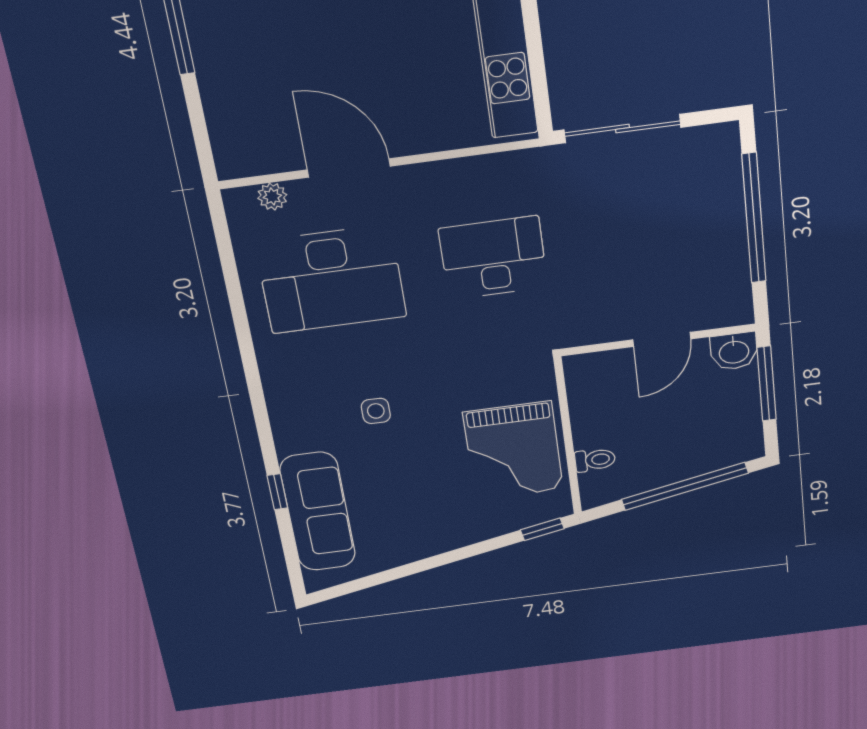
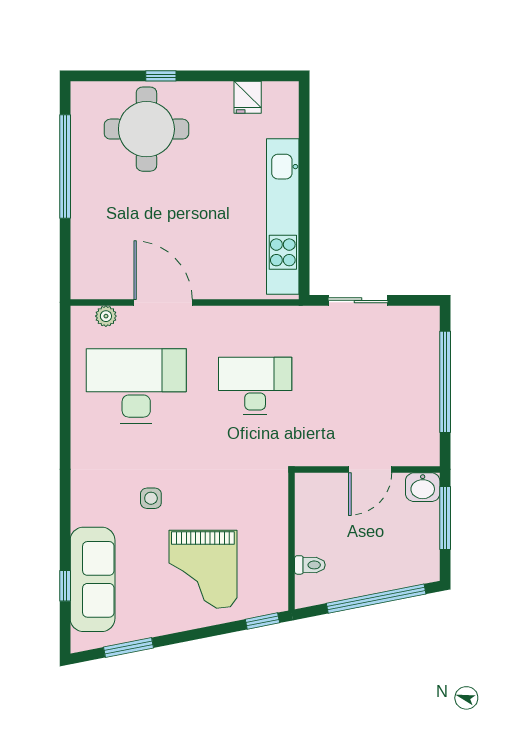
sliding door: (622, 129) -> (358, 300), width x0.73
desk: (331, 279) -> (136, 386), turned 180
grand piano: (513, 451) -> (203, 569), moved
window: (277, 492) -> (65, 586), moved
window: (378, 579) -> (128, 647), added

